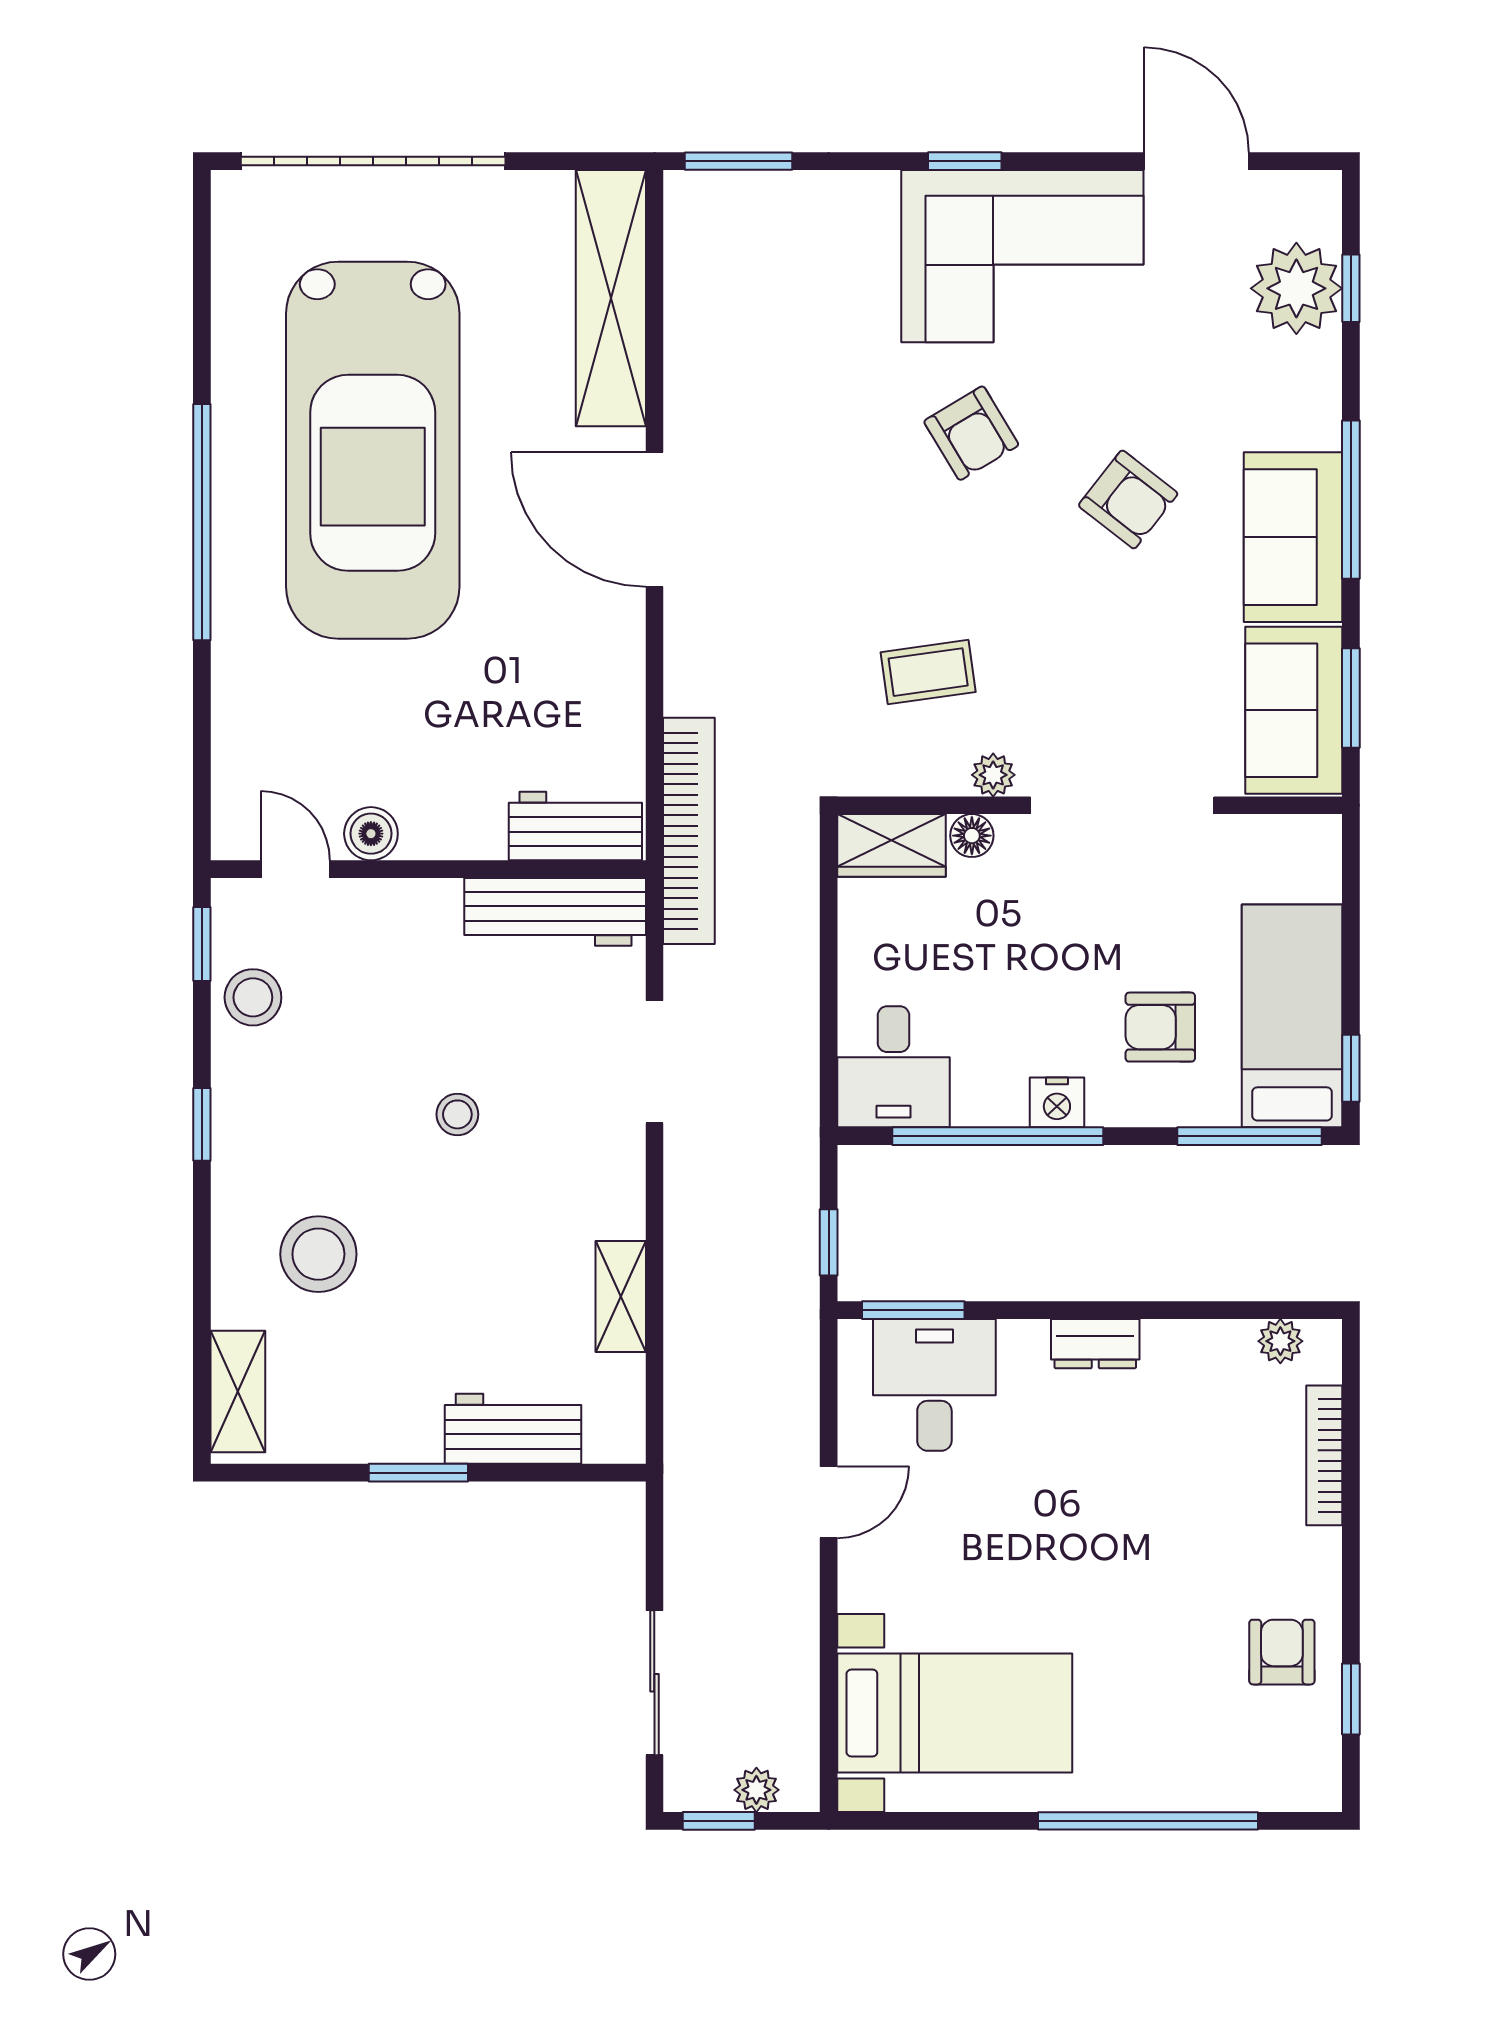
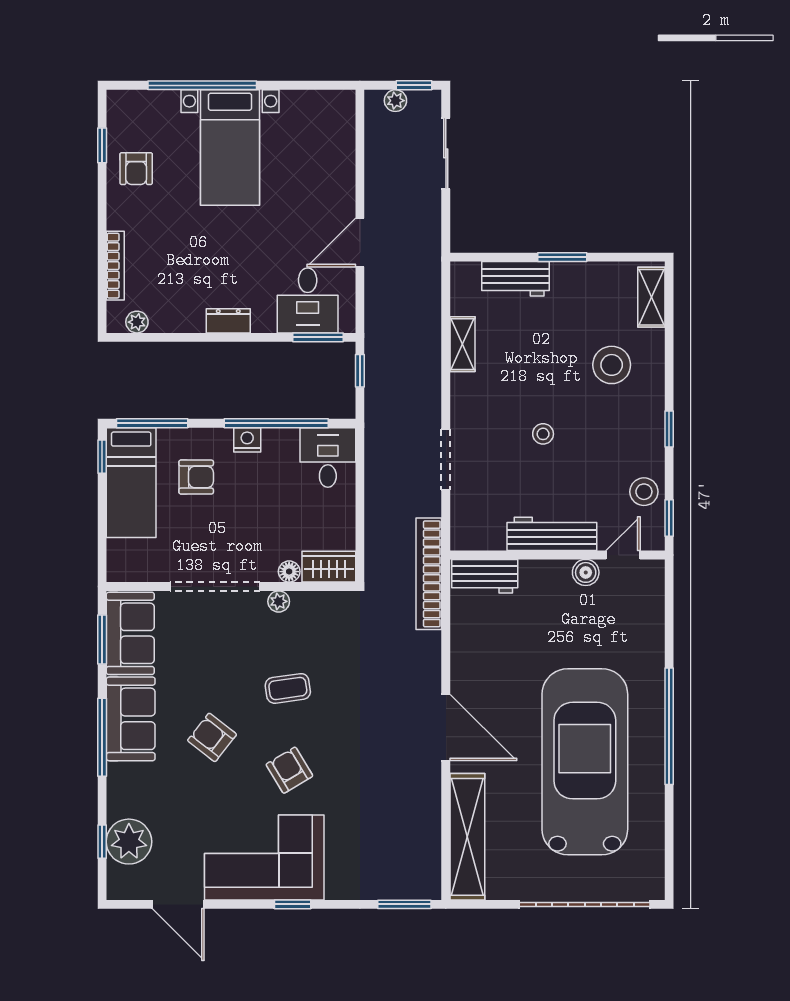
coffee table: (928, 672) -> (288, 688), moved
door: (295, 869) -> (623, 555), swing flipped
workbench: (555, 912) -> (552, 534), moved
door: (829, 1502) -> (360, 243), width x1.37
bed with nightstands: (955, 1713) -> (230, 147), moved, turned -90

